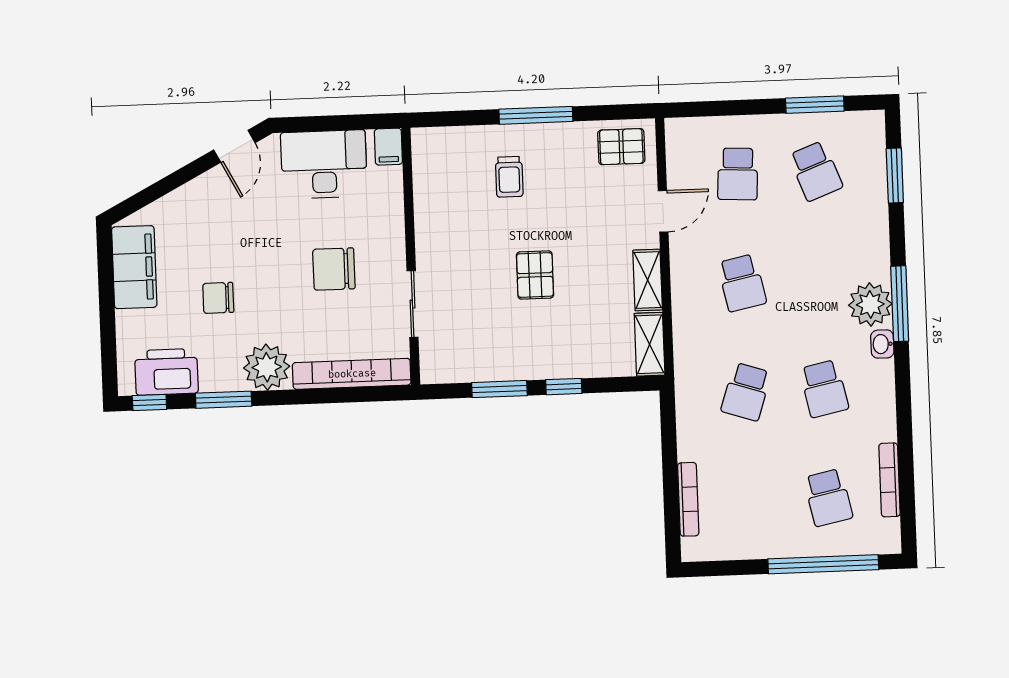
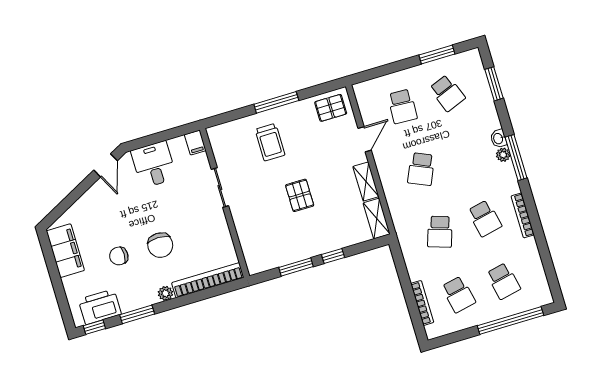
desk: (324, 164) -> (154, 165), width x0.73
trolley: (509, 177) -> (270, 142), width x1.36, depth x1.39
chair: (334, 269) -> (160, 245), moved, turned -90
school desk: (742, 283) -> (421, 169), turned 36
sliding door: (413, 304) -> (220, 187), moved
plant: (870, 304) -> (503, 155), width x0.53, depth x0.53
washbasin: (882, 344) -> (498, 139), moved
plant: (267, 367) -> (165, 293), width x0.53, depth x0.53
bookcase: (890, 480) -> (523, 215), moved
school desk: (750, 501) -> (458, 294), added

